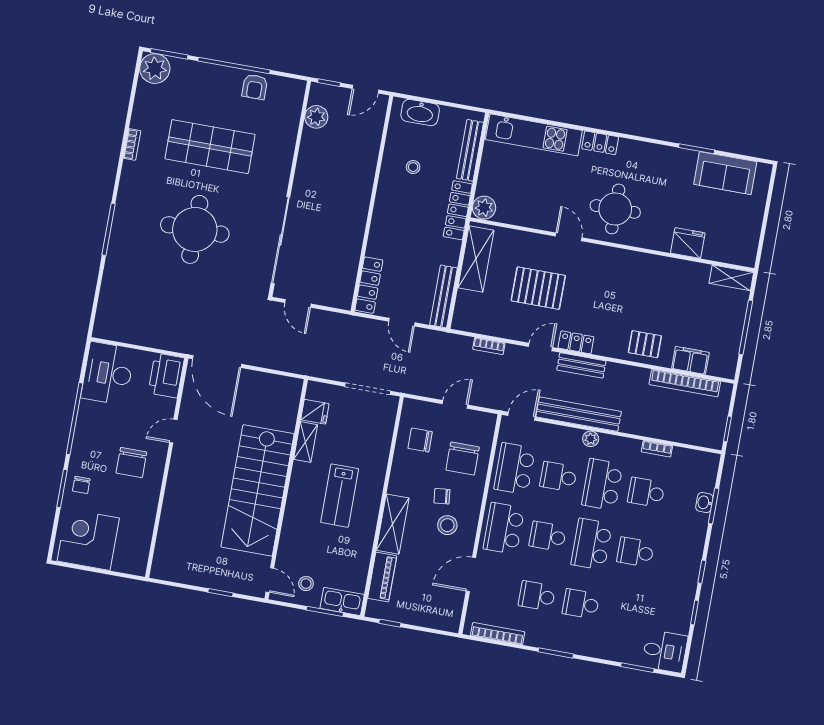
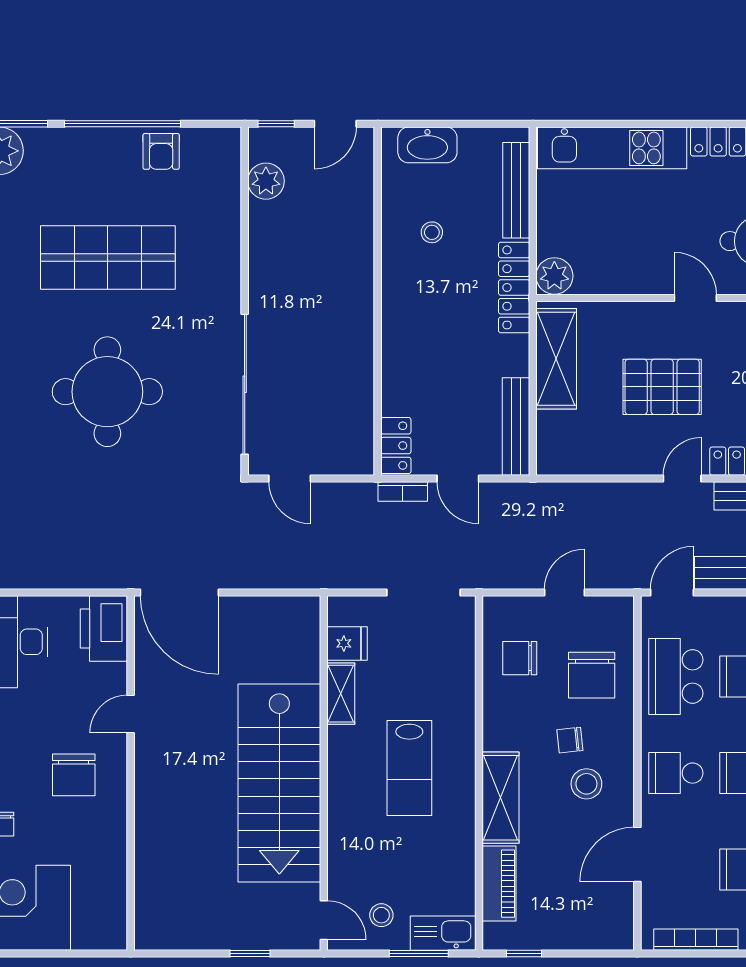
locker: (369, 285) -> (396, 446), width x0.66
bookcase: (489, 346) -> (403, 491), moved
school desk: (504, 528) -> (676, 773), width x0.54

